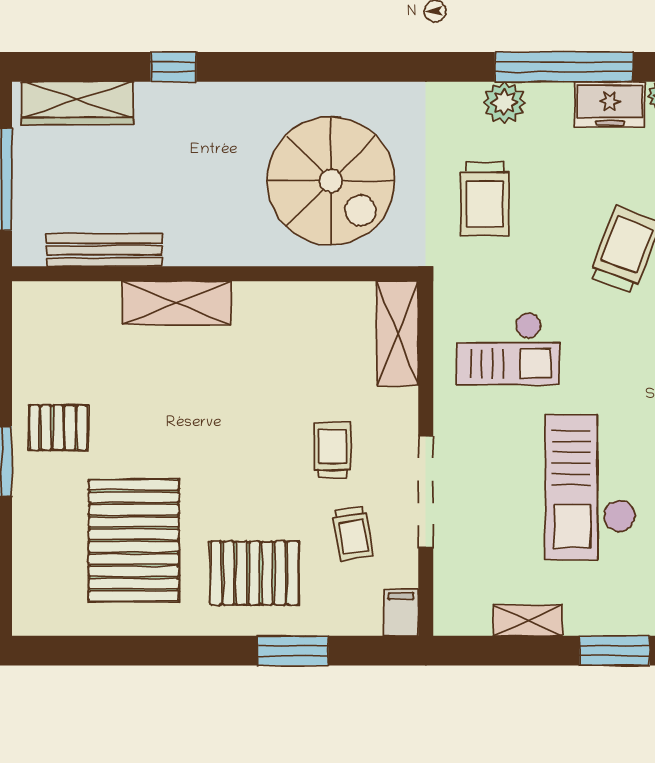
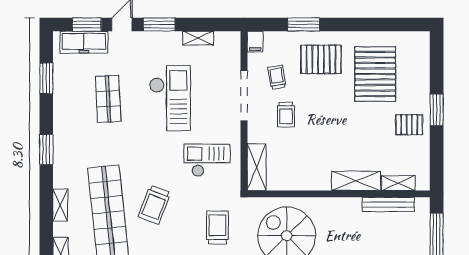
shelving: (82, 298) -> (398, 183), added

